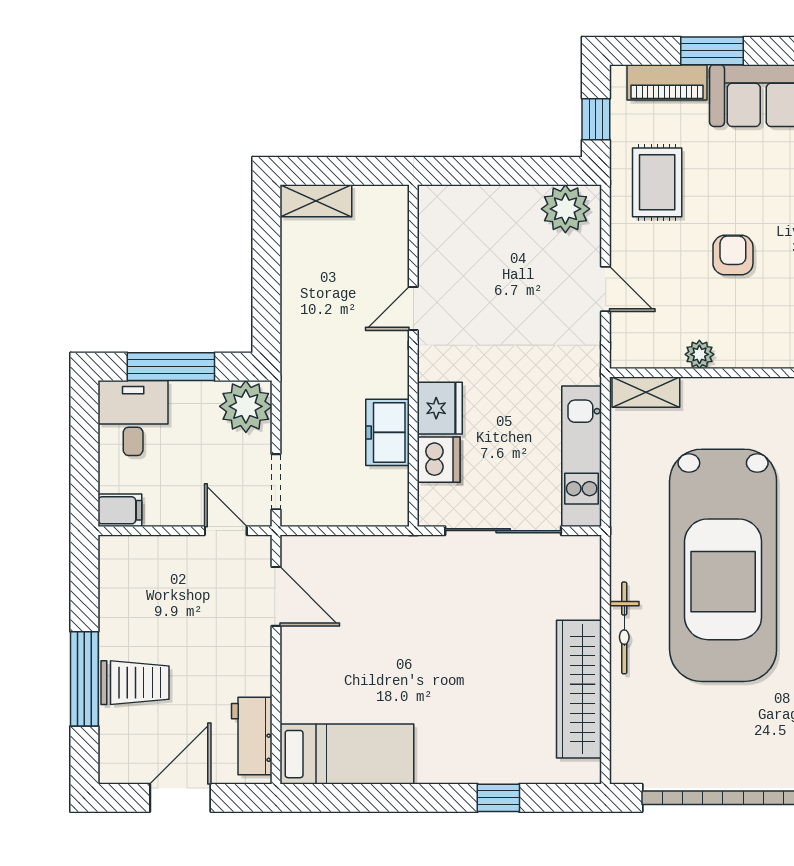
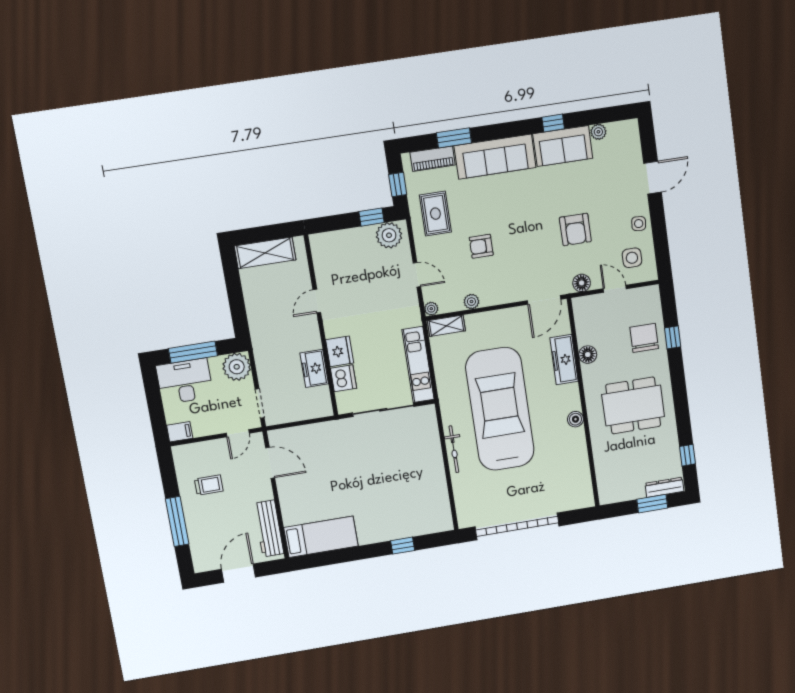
window: (539, 171) -> (371, 217), added
shelving: (316, 201) -> (265, 253), width x1.50, depth x1.33
armchair: (733, 255) -> (481, 246), turned -90
plant: (622, 356) -> (431, 309), added
desk: (133, 418) -> (185, 381), width x1.37
door: (226, 531) -> (238, 433), swing flipped
car: (723, 565) -> (500, 409), turned 180
trolley: (135, 683) -> (209, 485), moved, width x0.73, depth x0.72
wardrobe: (579, 689) -> (435, 484), removed
workbench: (252, 736) -> (269, 529), width x1.38

